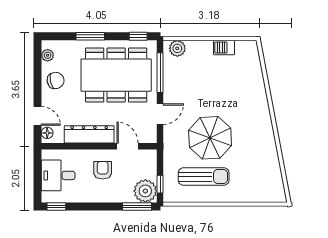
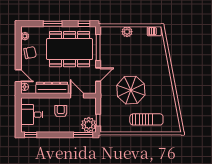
plant: (177, 48) -> (127, 32), moved
barbecue: (224, 48) -> (154, 31), moved
sun lounger: (204, 177) -> (146, 119), moved

